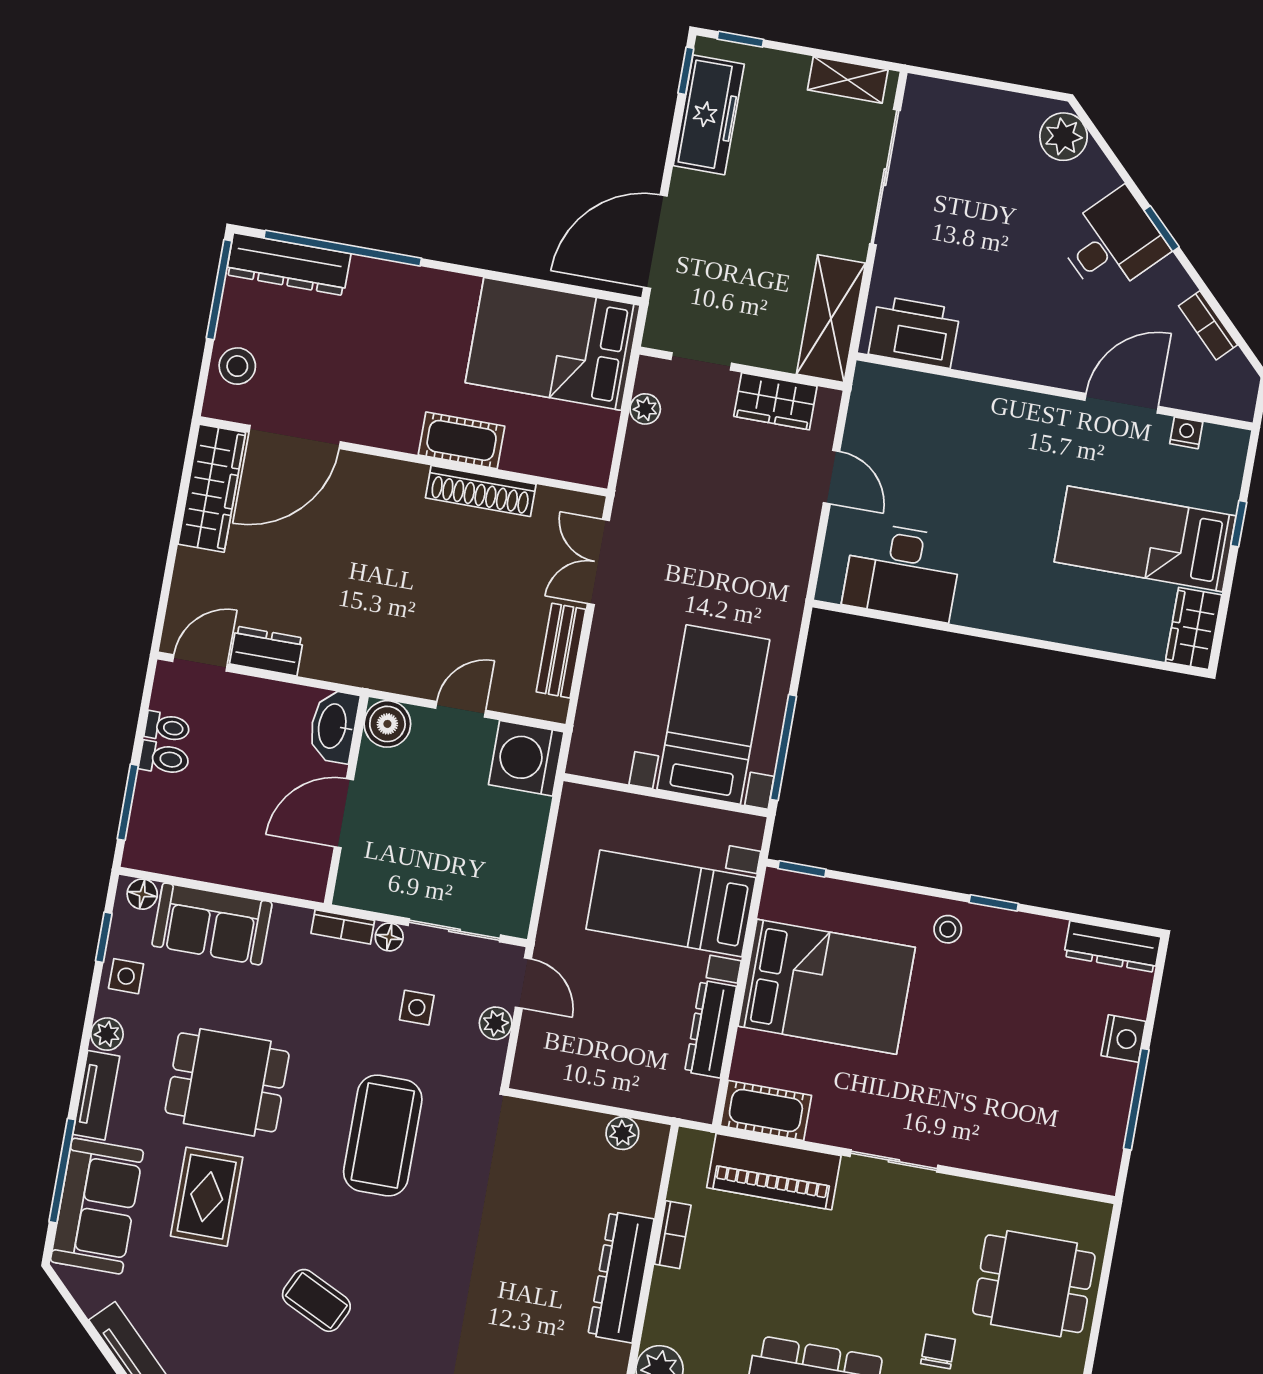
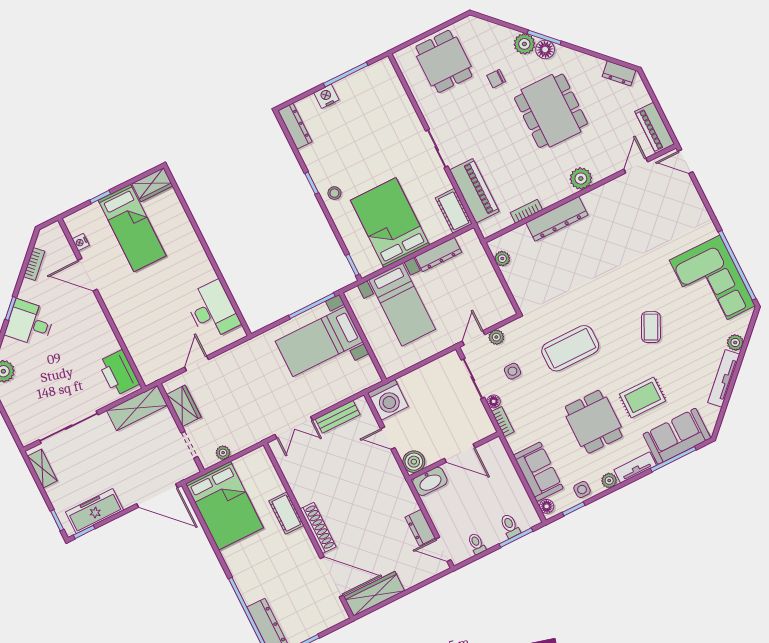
stool: (237, 366) -> (321, 618), removed
shoe rack: (481, 491) -> (318, 528), moved
toilet: (164, 758) -> (510, 526), moved

